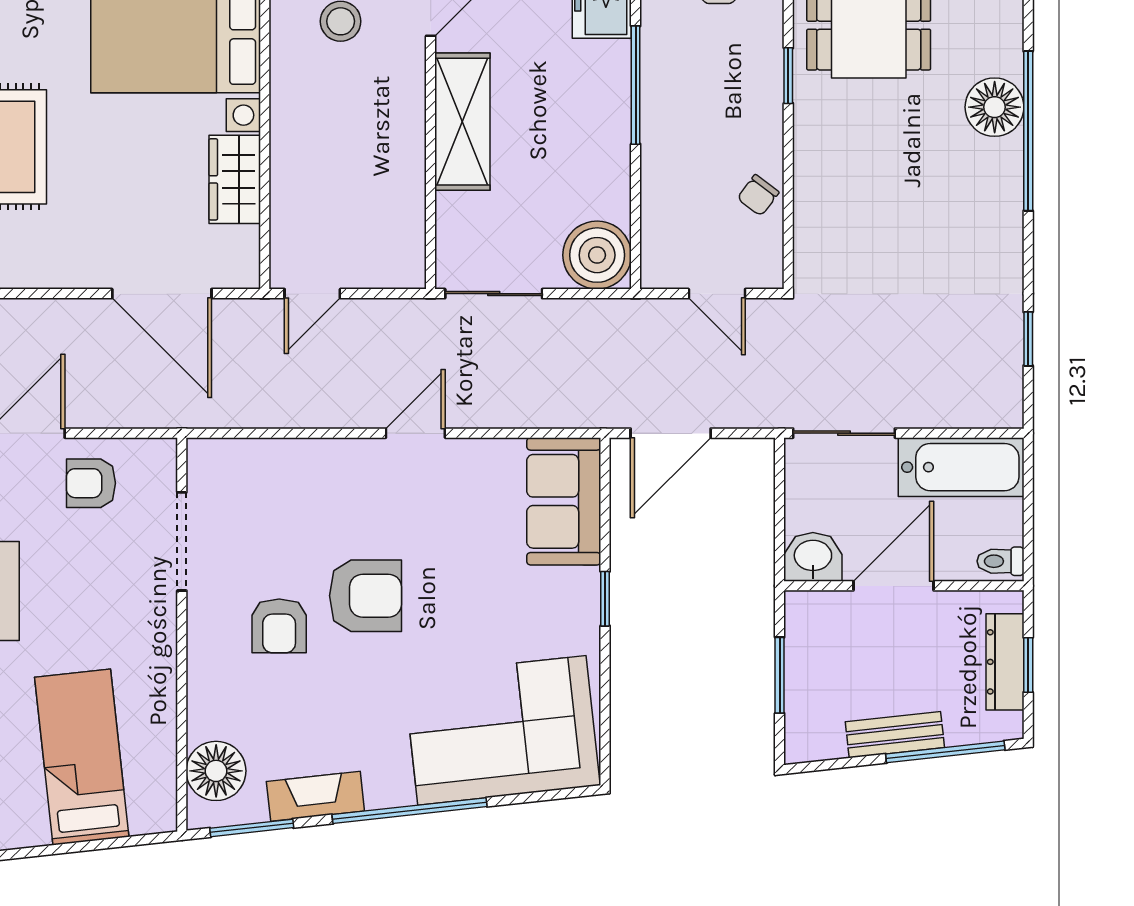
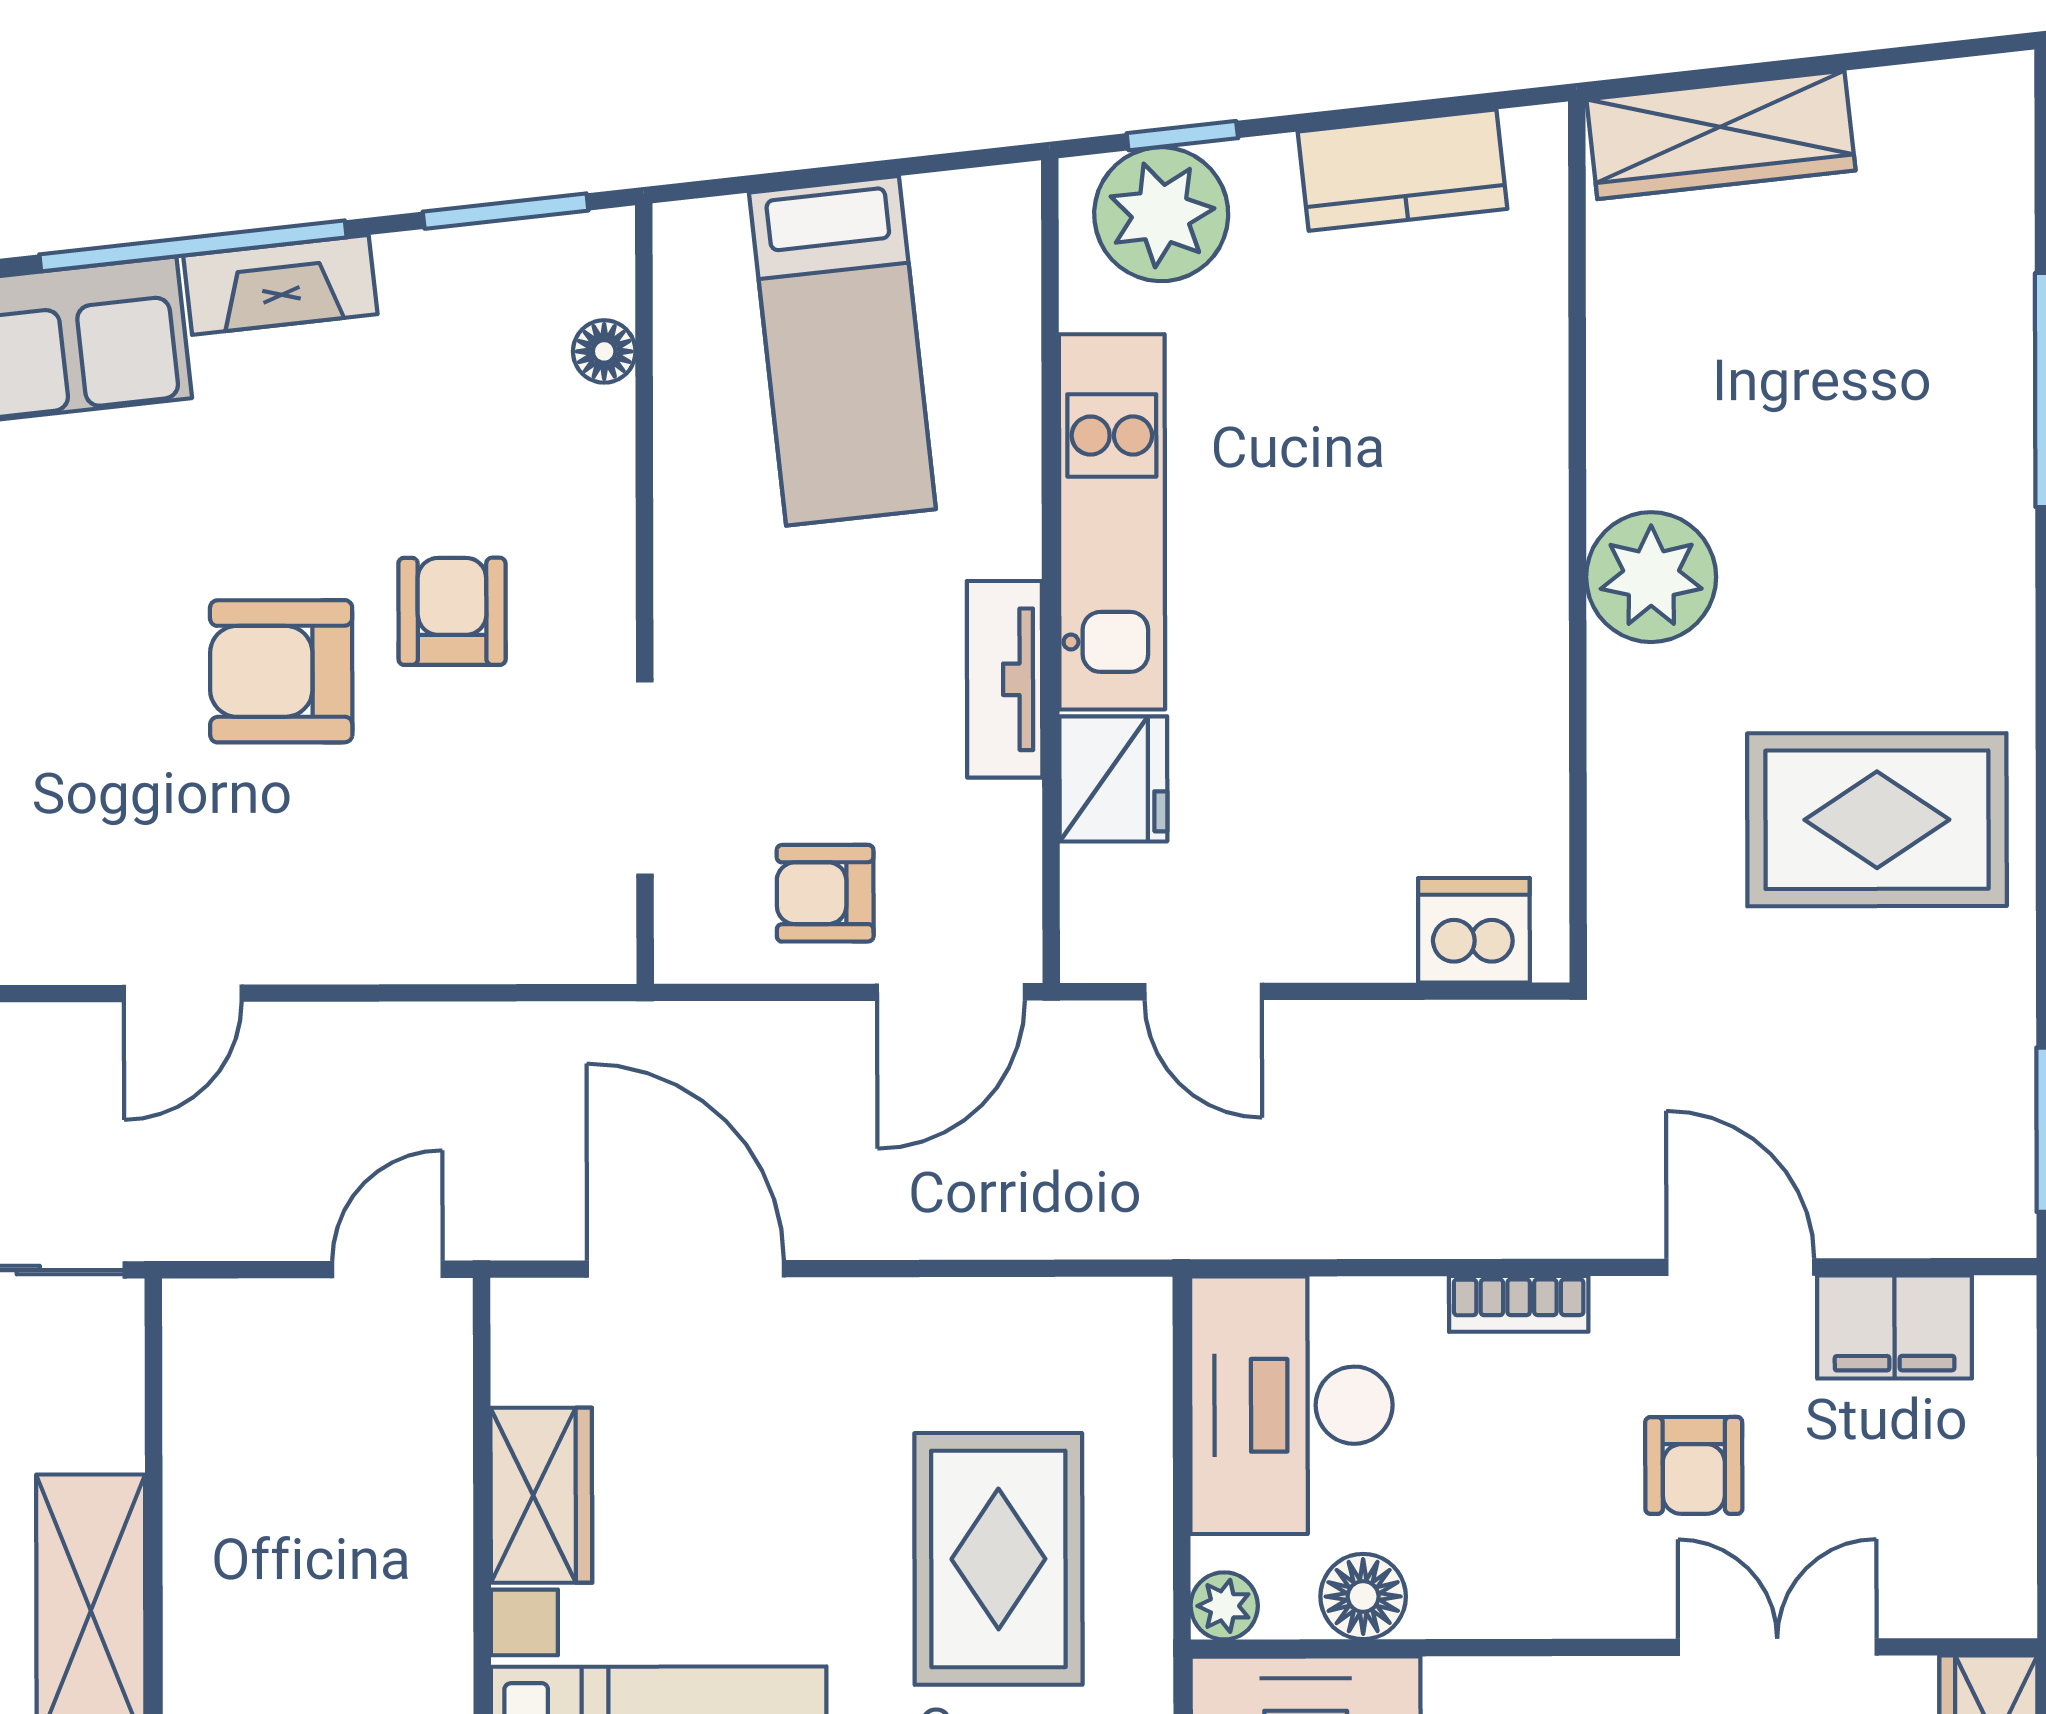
armchair: (91, 483) -> (825, 893), turned 180
floor lamp: (216, 771) -> (604, 351), width x0.53, depth x0.53
fireplace: (315, 796) -> (280, 285), moved

